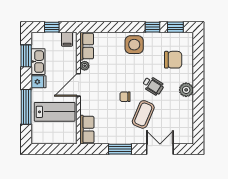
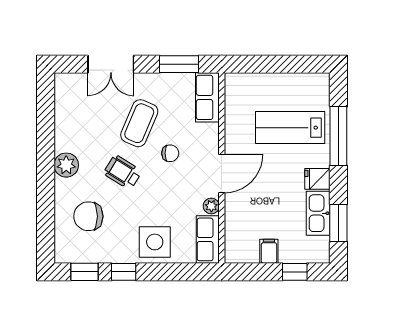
row of seats: (87, 46) -> (208, 239), moved
plant: (85, 66) -> (211, 206), moved
door: (78, 85) -> (222, 174), moved
wall: (78, 88) -> (222, 168), moved
row of seats: (87, 130) -> (207, 97), moved

